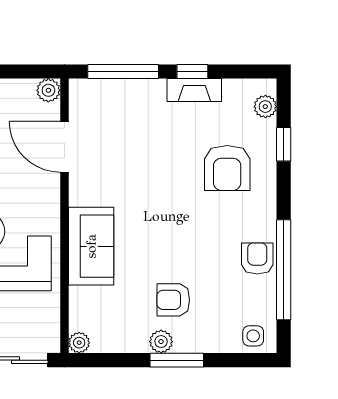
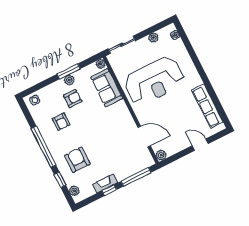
sofa: (91, 246) -> (107, 88), moved
armchair: (257, 258) -> (61, 122), moved
window: (284, 270) -> (43, 147), moved
window: (177, 360) -> (69, 71), moved

